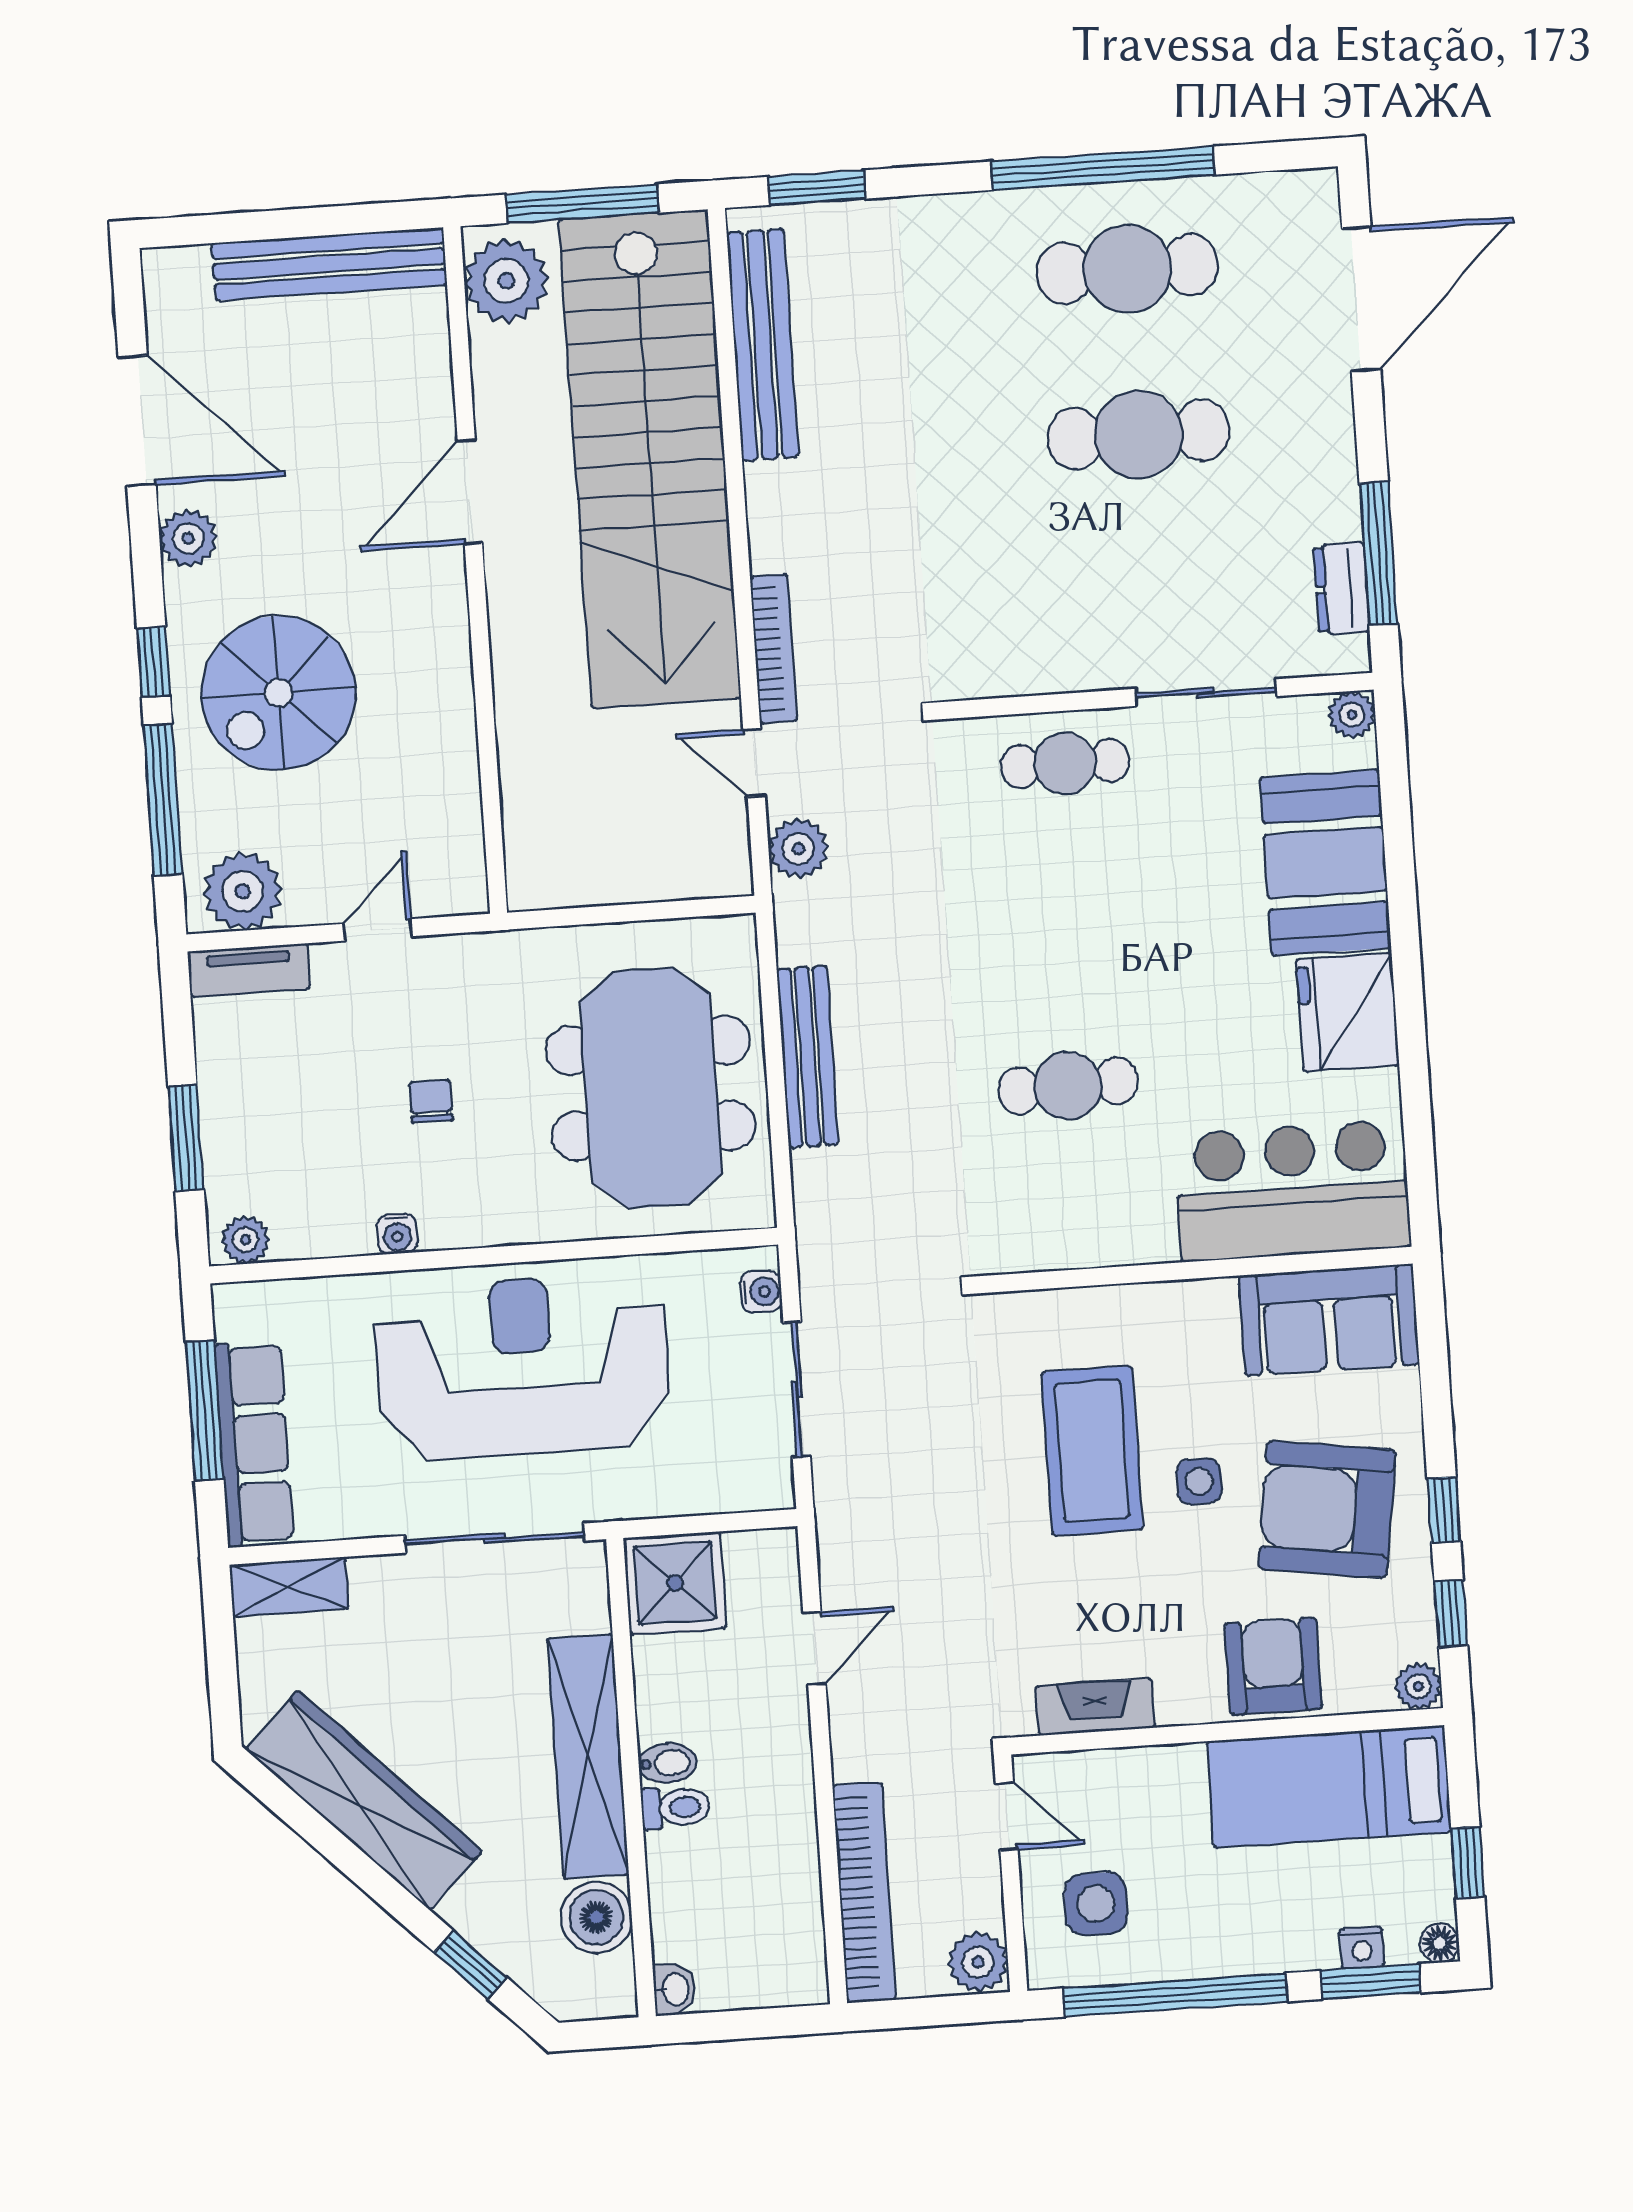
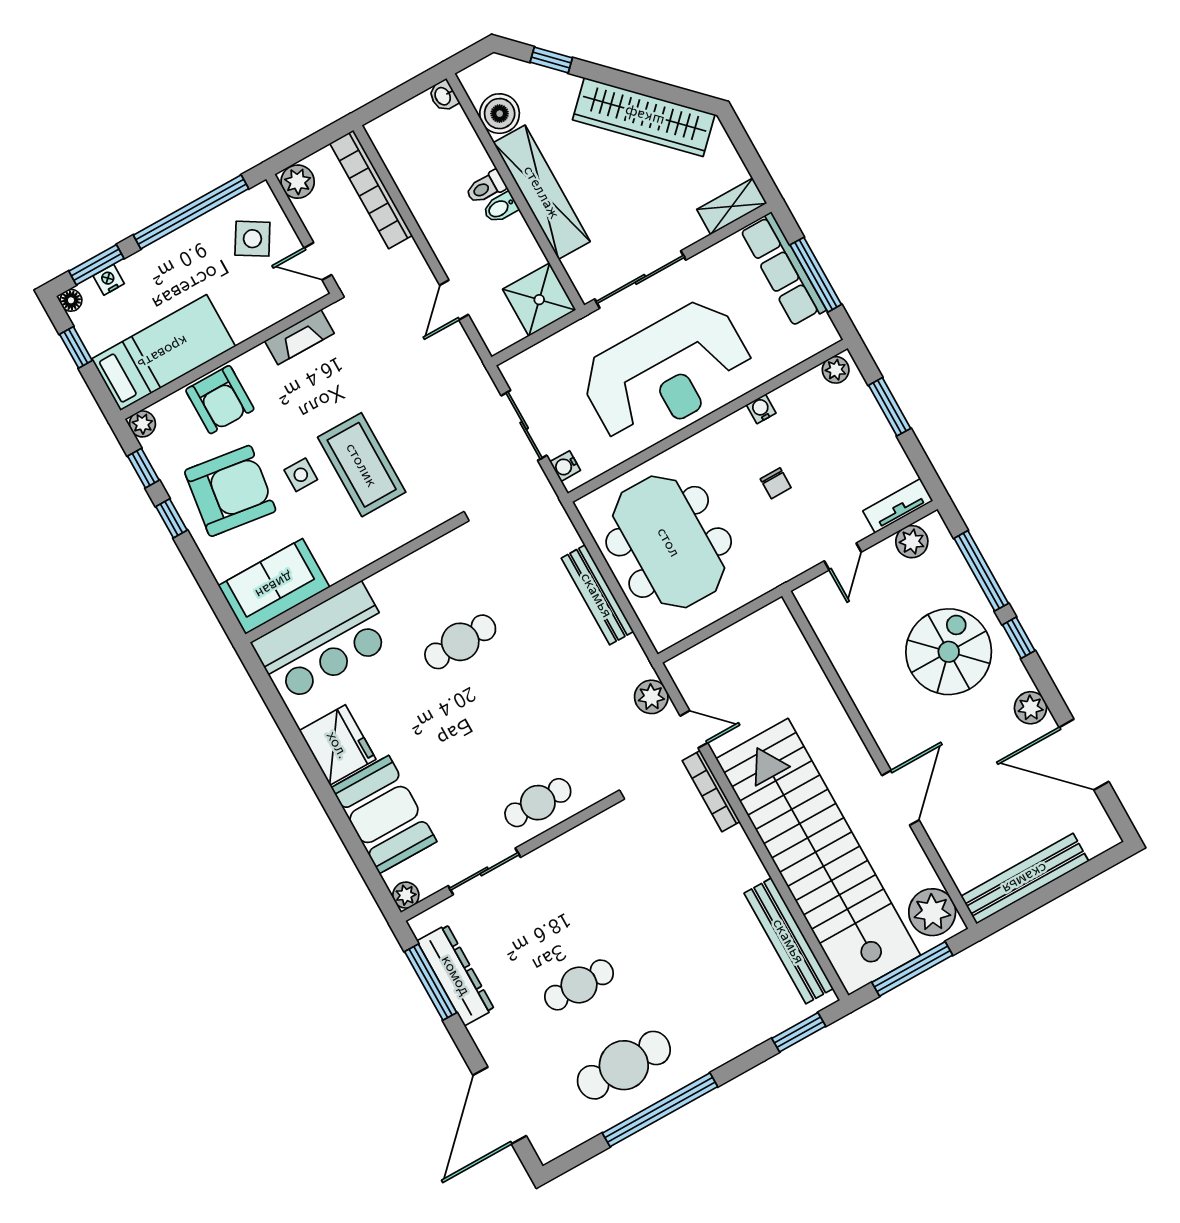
cafe table: (1139, 434) -> (579, 985), width x0.73, depth x0.74
dresser: (1341, 588) -> (456, 975), width x1.96, depth x1.24
plant: (243, 891) -> (912, 542), width x0.73, depth x0.73
side table: (1096, 1904) -> (252, 239), turned 31

